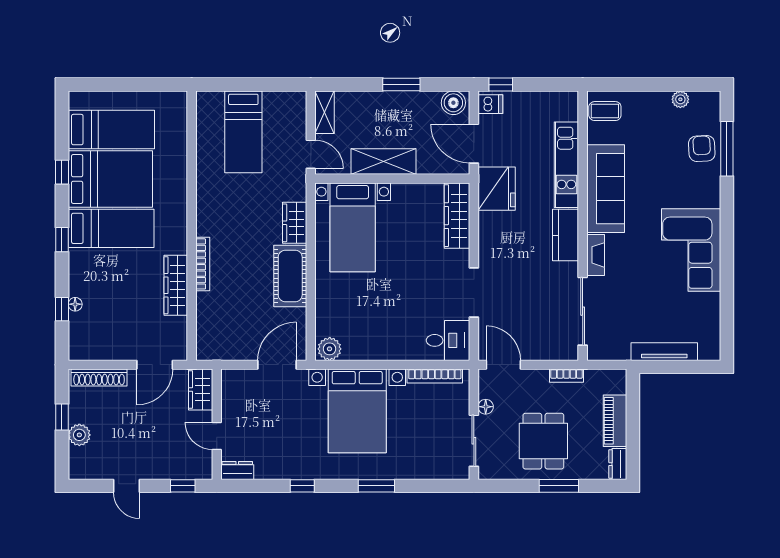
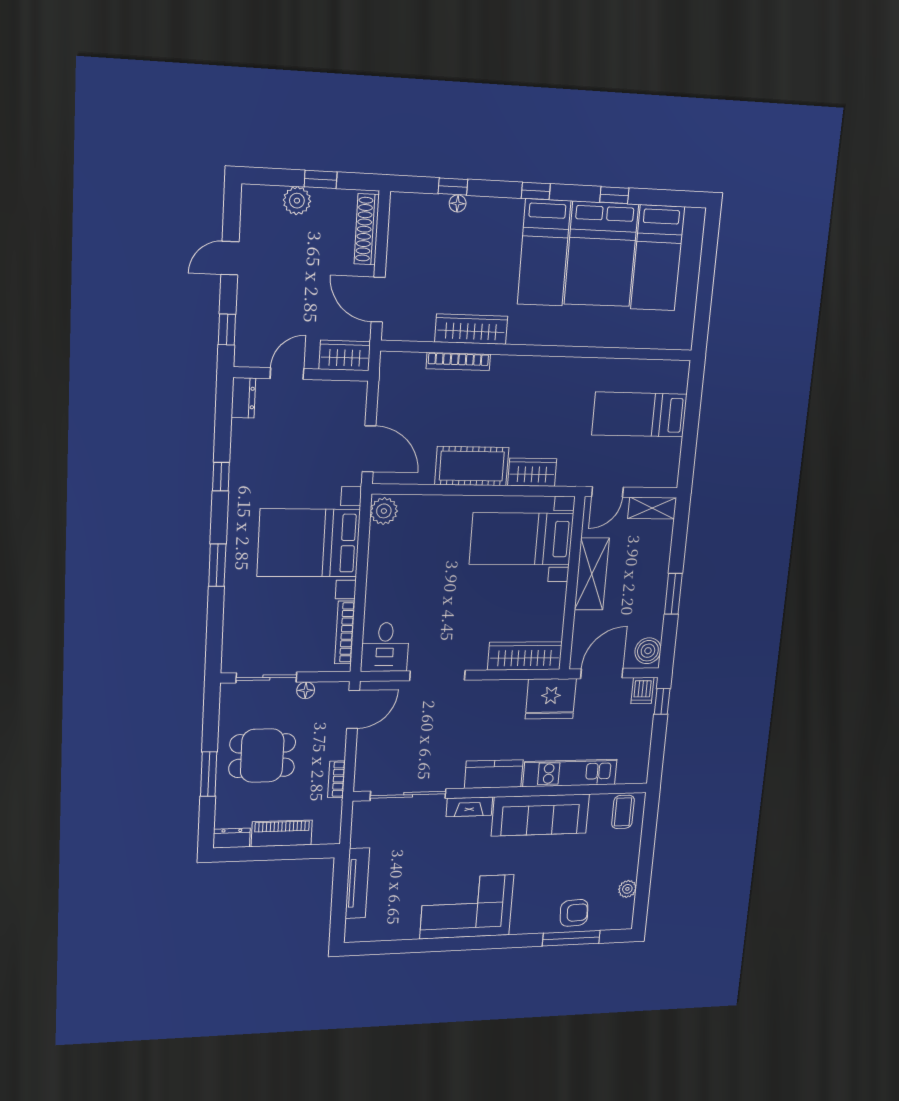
bookcase: (203, 264) -> (458, 361), moved

